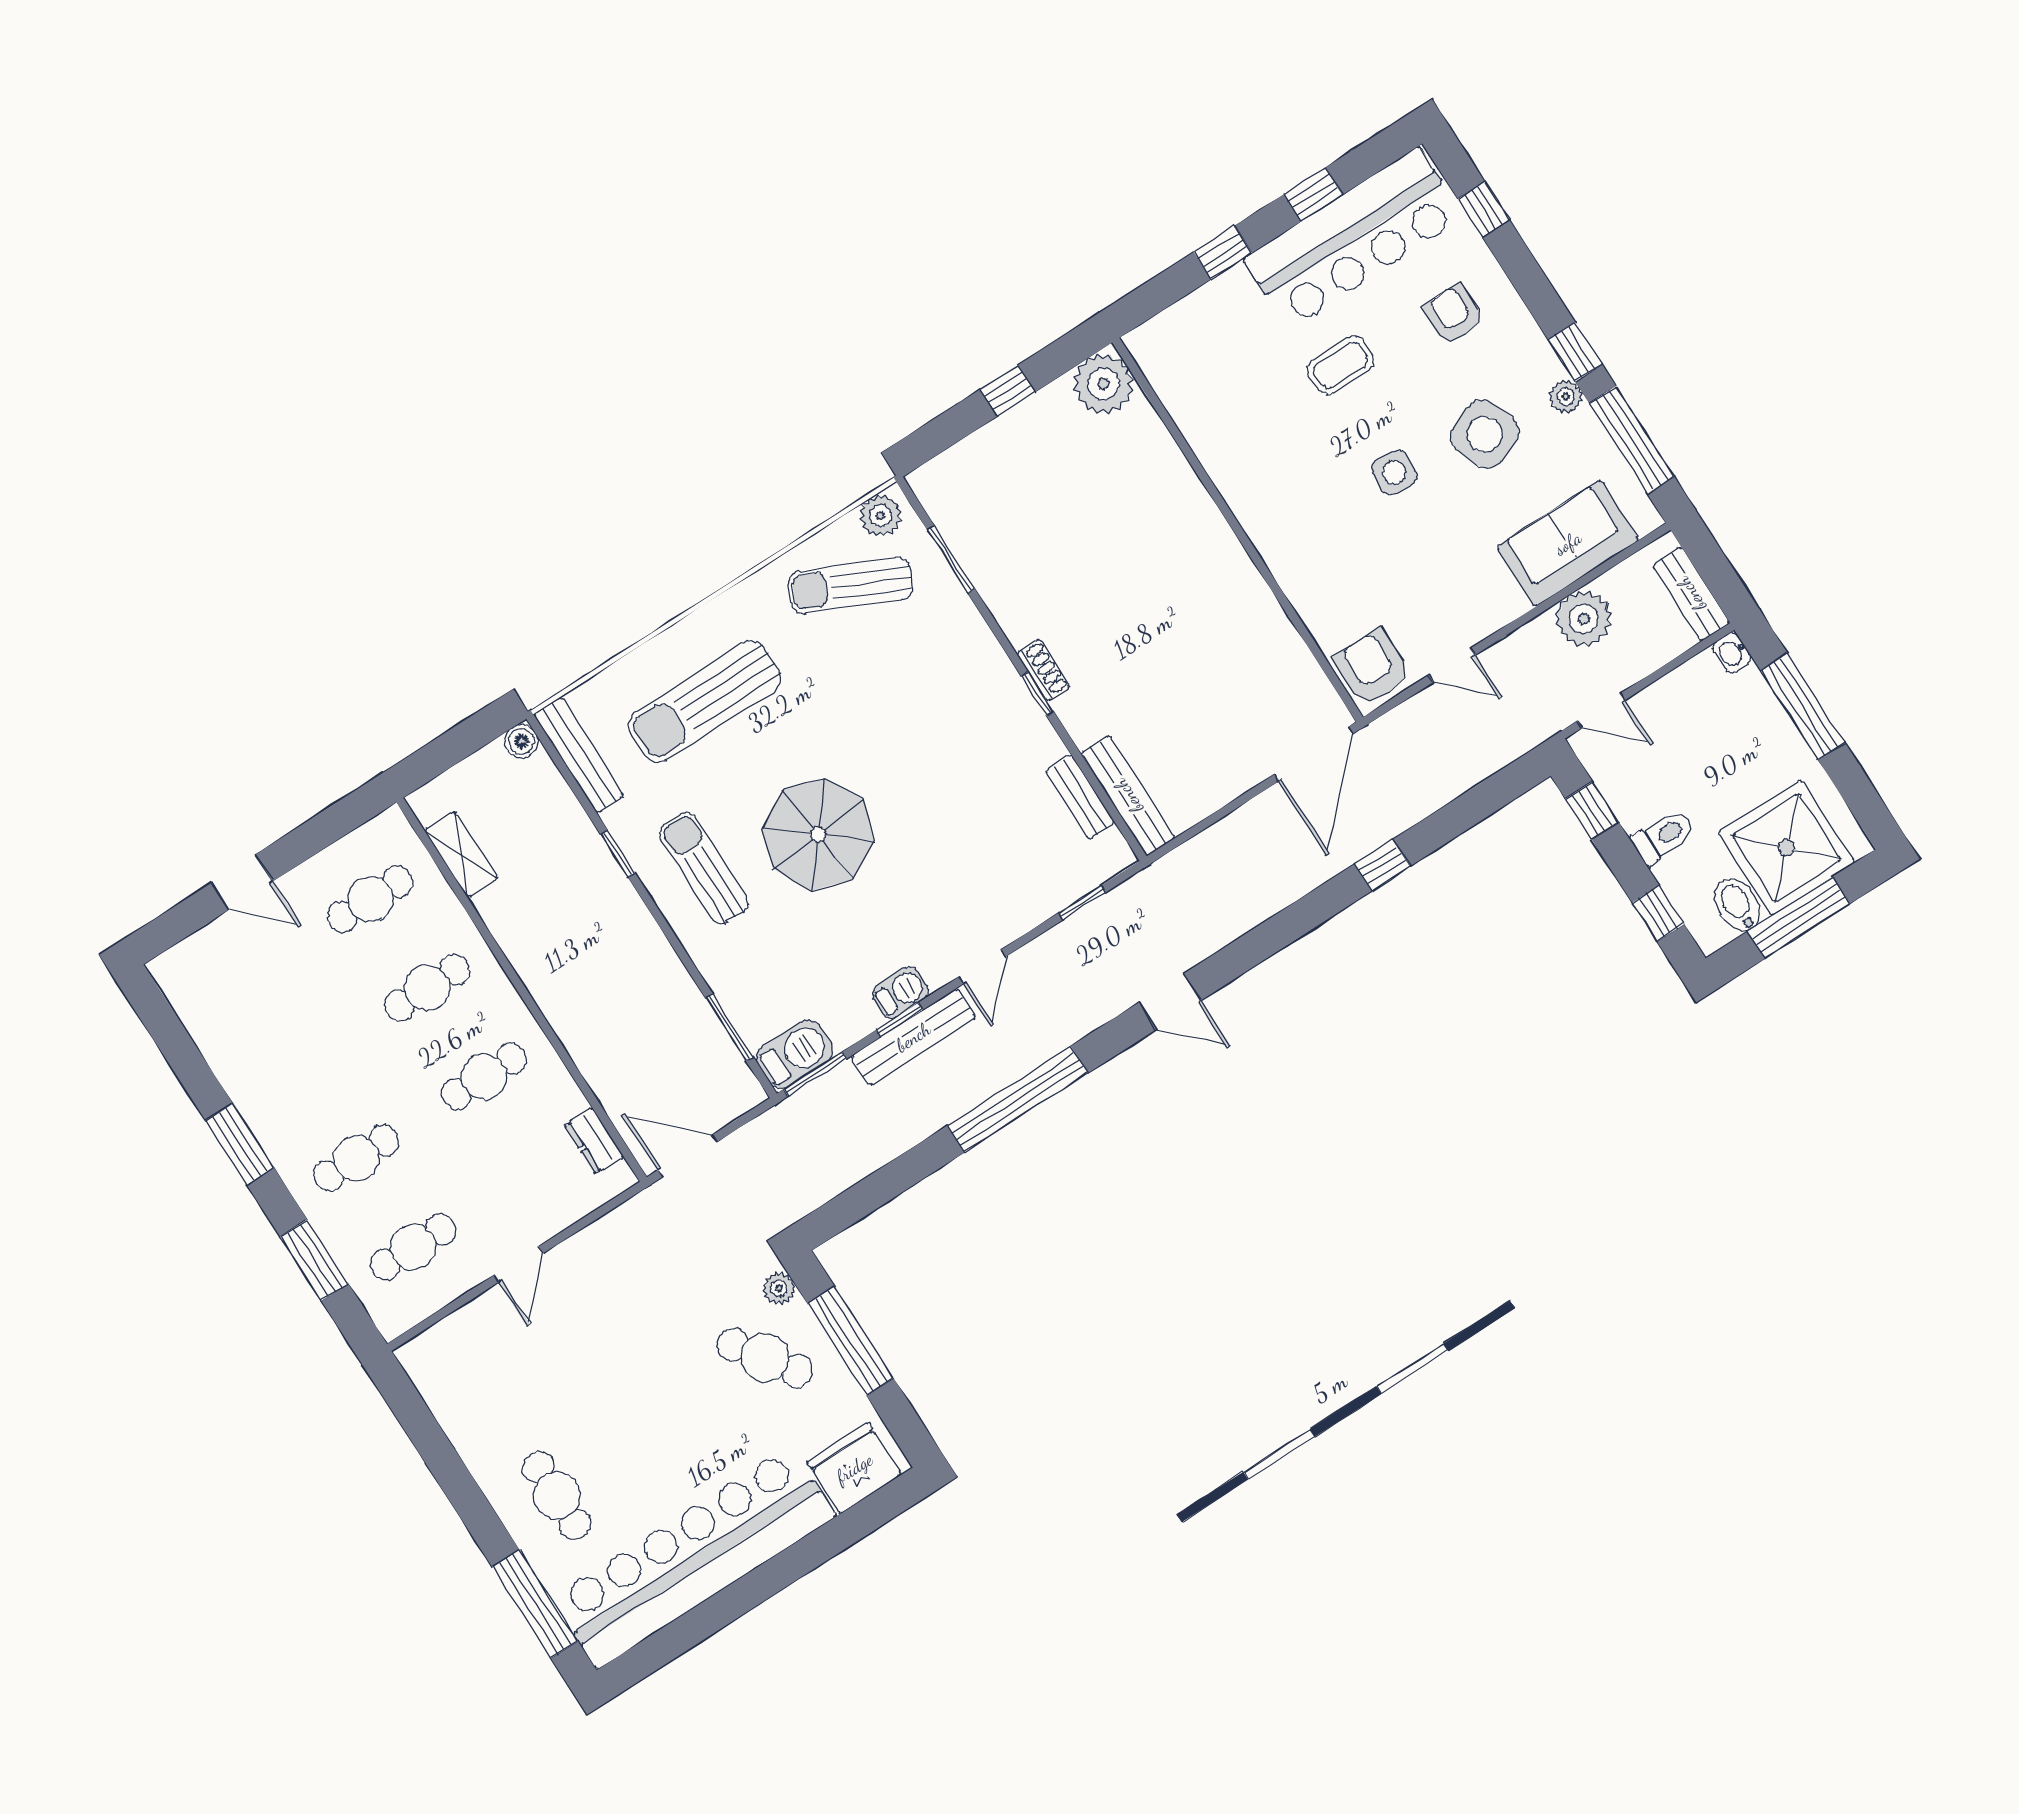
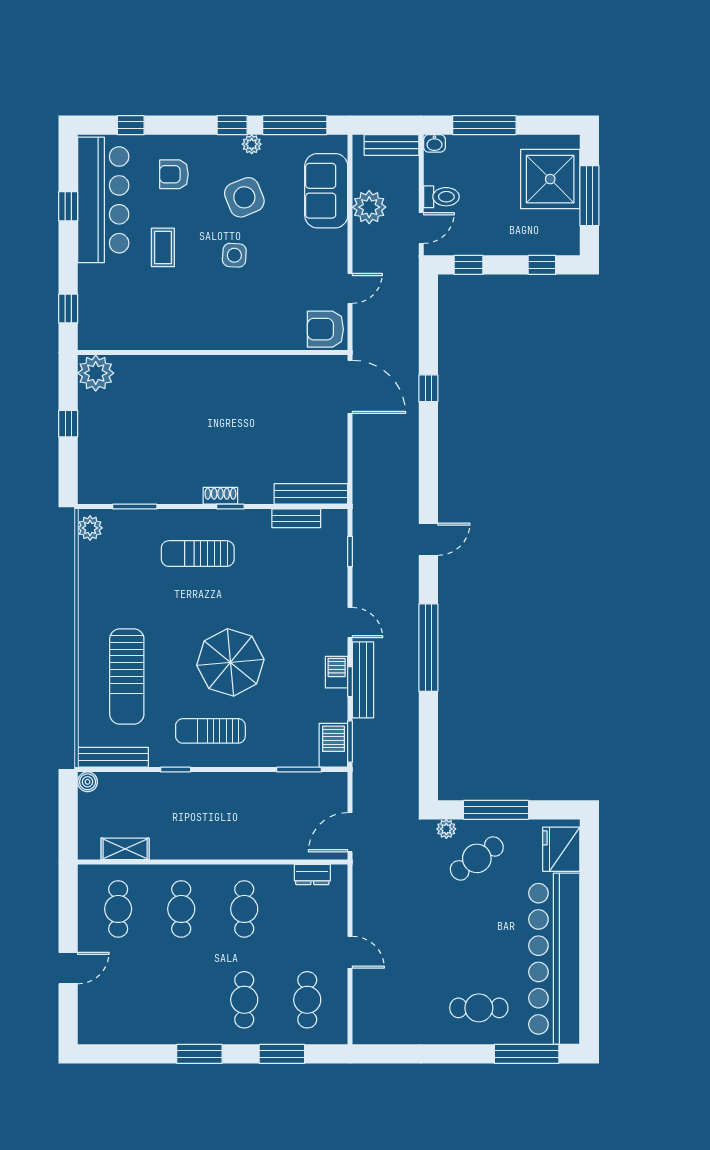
window: (1223, 252) -> (68, 309), moved
sun lounger: (851, 585) -> (198, 554), moved, turned 65
toilet: (1663, 837) -> (441, 197), moved, turned 90
bidet: (1737, 905) -> (563, 222), removed

